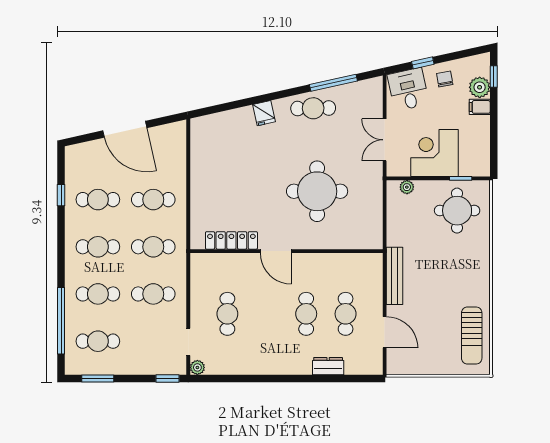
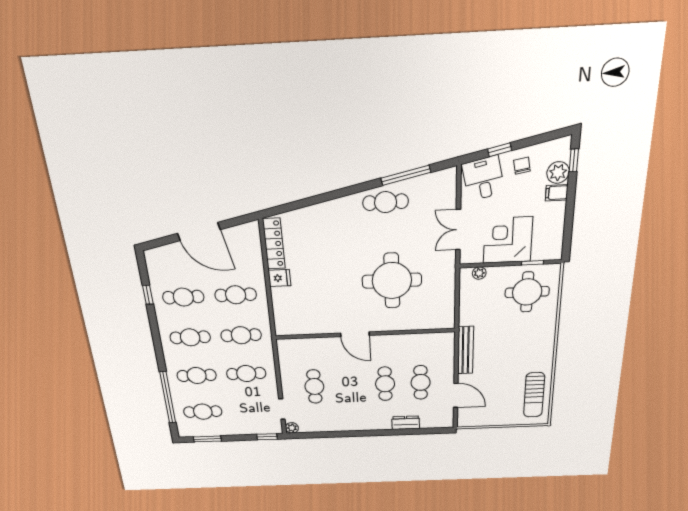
fridge: (264, 113) -> (279, 278), moved, turned -77
locker: (231, 240) -> (274, 244), moved, turned 90

